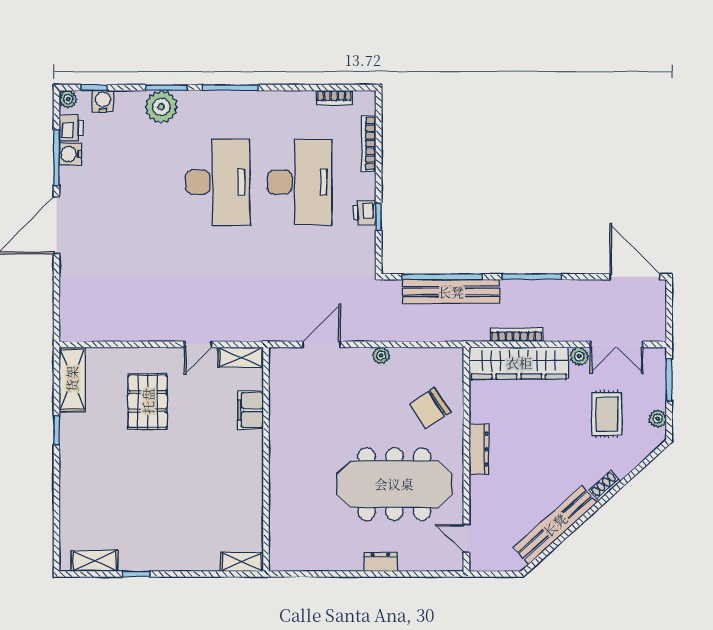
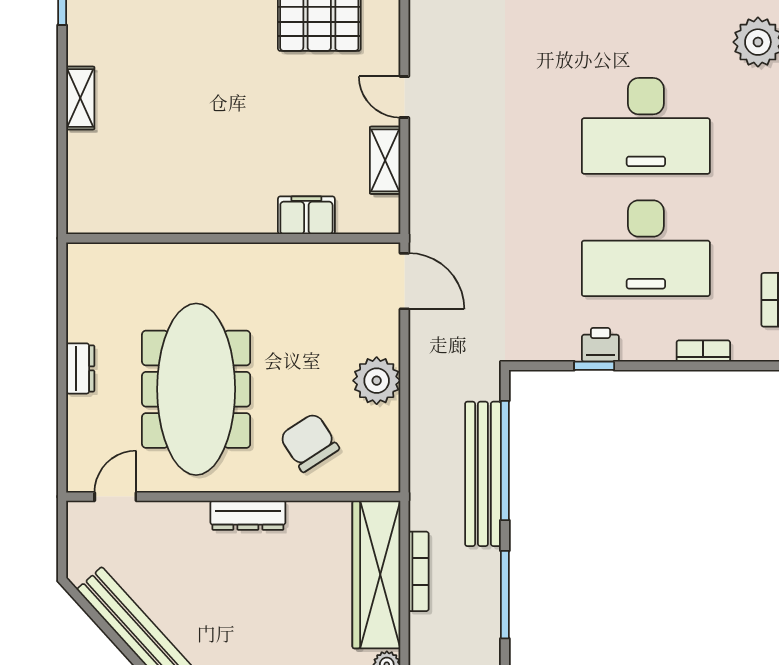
bookcase: (369, 144) -> (703, 351), width x0.64
plant: (381, 355) -> (377, 381), width x1.88, depth x1.88
filing cabinet: (251, 410) -> (306, 215), moved
wall: (266, 459) -> (233, 238), moved
shelving: (242, 562) -> (80, 98), moved

